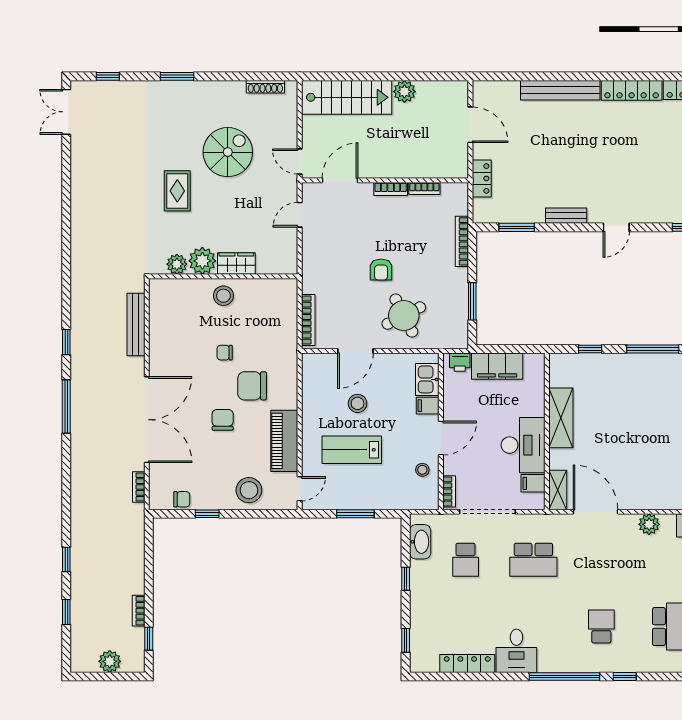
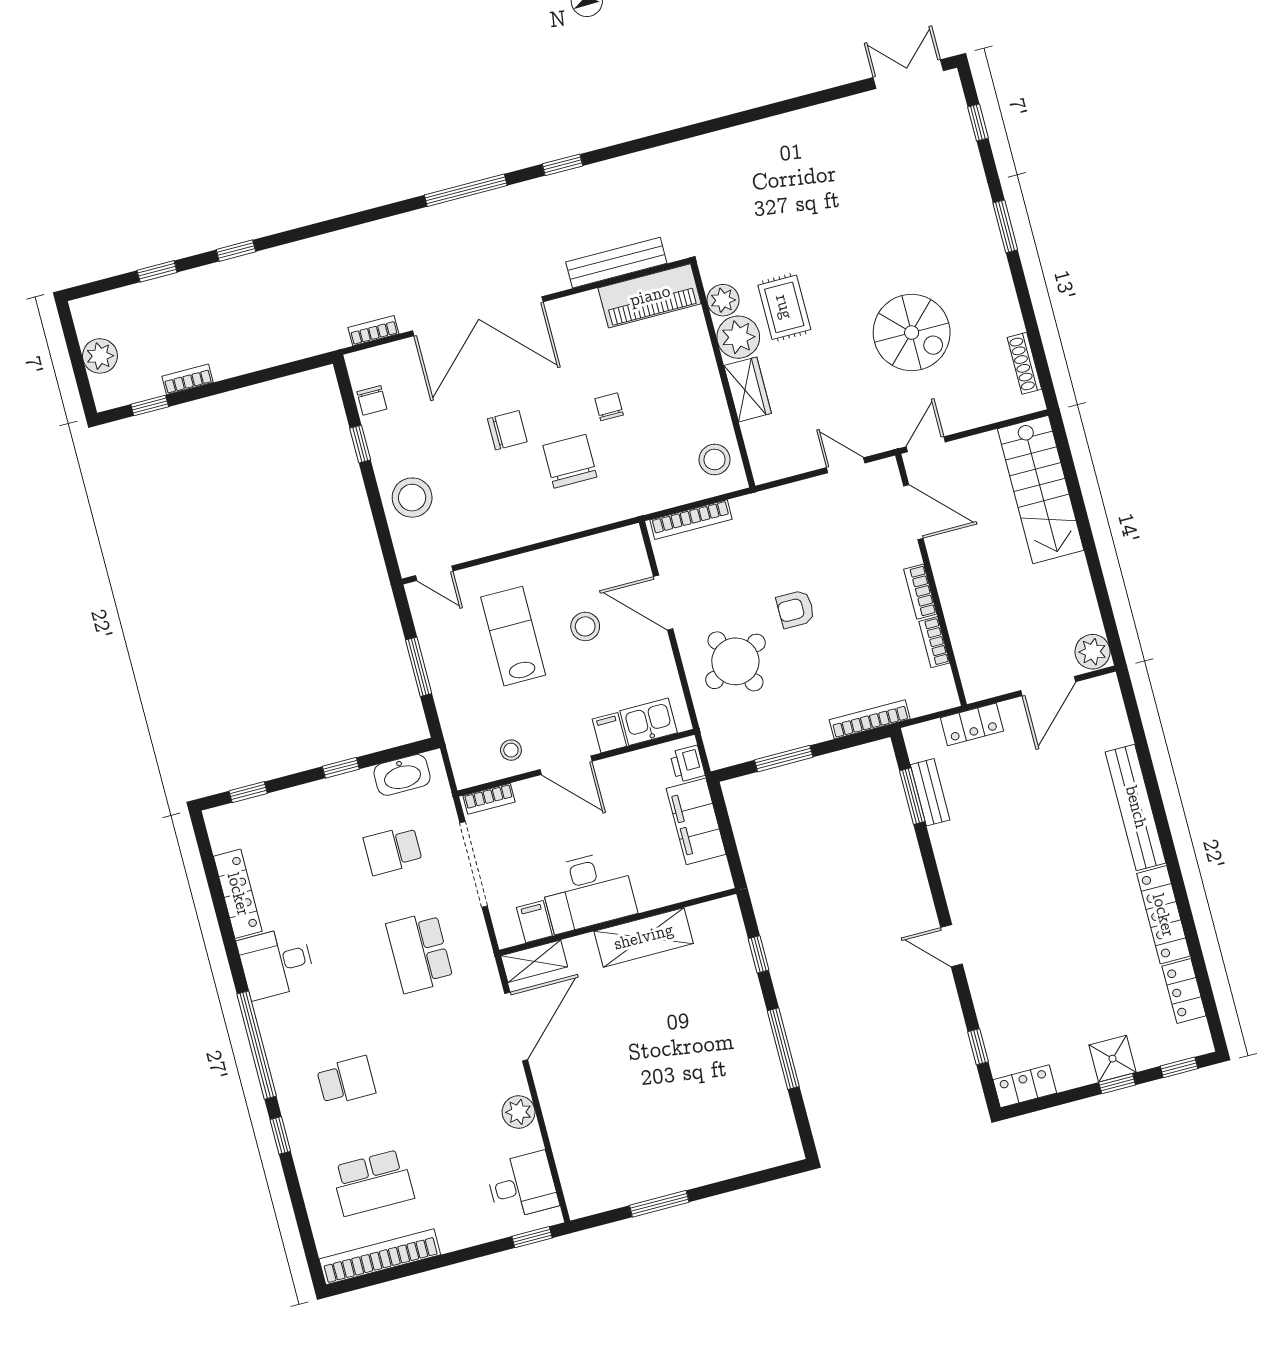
plant: (404, 92) -> (1093, 652), moved
rug: (177, 191) -> (784, 307), moved, turned 90
bench: (566, 216) -> (930, 792), moved
stool: (223, 296) -> (715, 459), moved
piano: (284, 441) -> (650, 296), moved, turned 180

